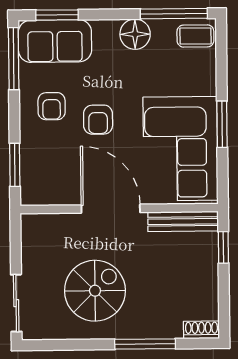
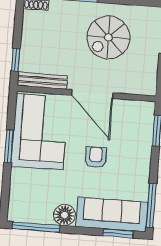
coffee table: (195, 36) -> (22, 210), removed
sofa: (55, 41) -> (112, 214), width x1.36
armchair: (52, 106) -> (128, 170), removed

